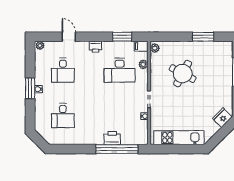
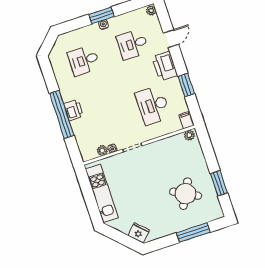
window: (122, 37) -> (186, 85), moved
printer: (95, 47) -> (165, 66), width x1.87, depth x1.48
plant: (143, 64) -> (102, 151), moved
round table: (183, 74) -> (186, 194), moved
printer: (112, 138) -> (73, 110), moved
window: (117, 149) -> (62, 114), moved

